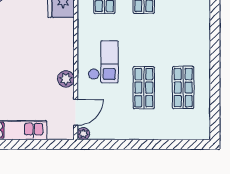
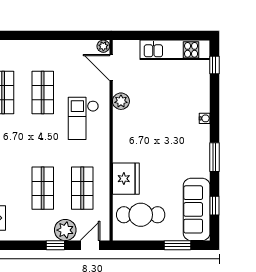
door: (76, 112) -> (111, 68), hinge flipped

